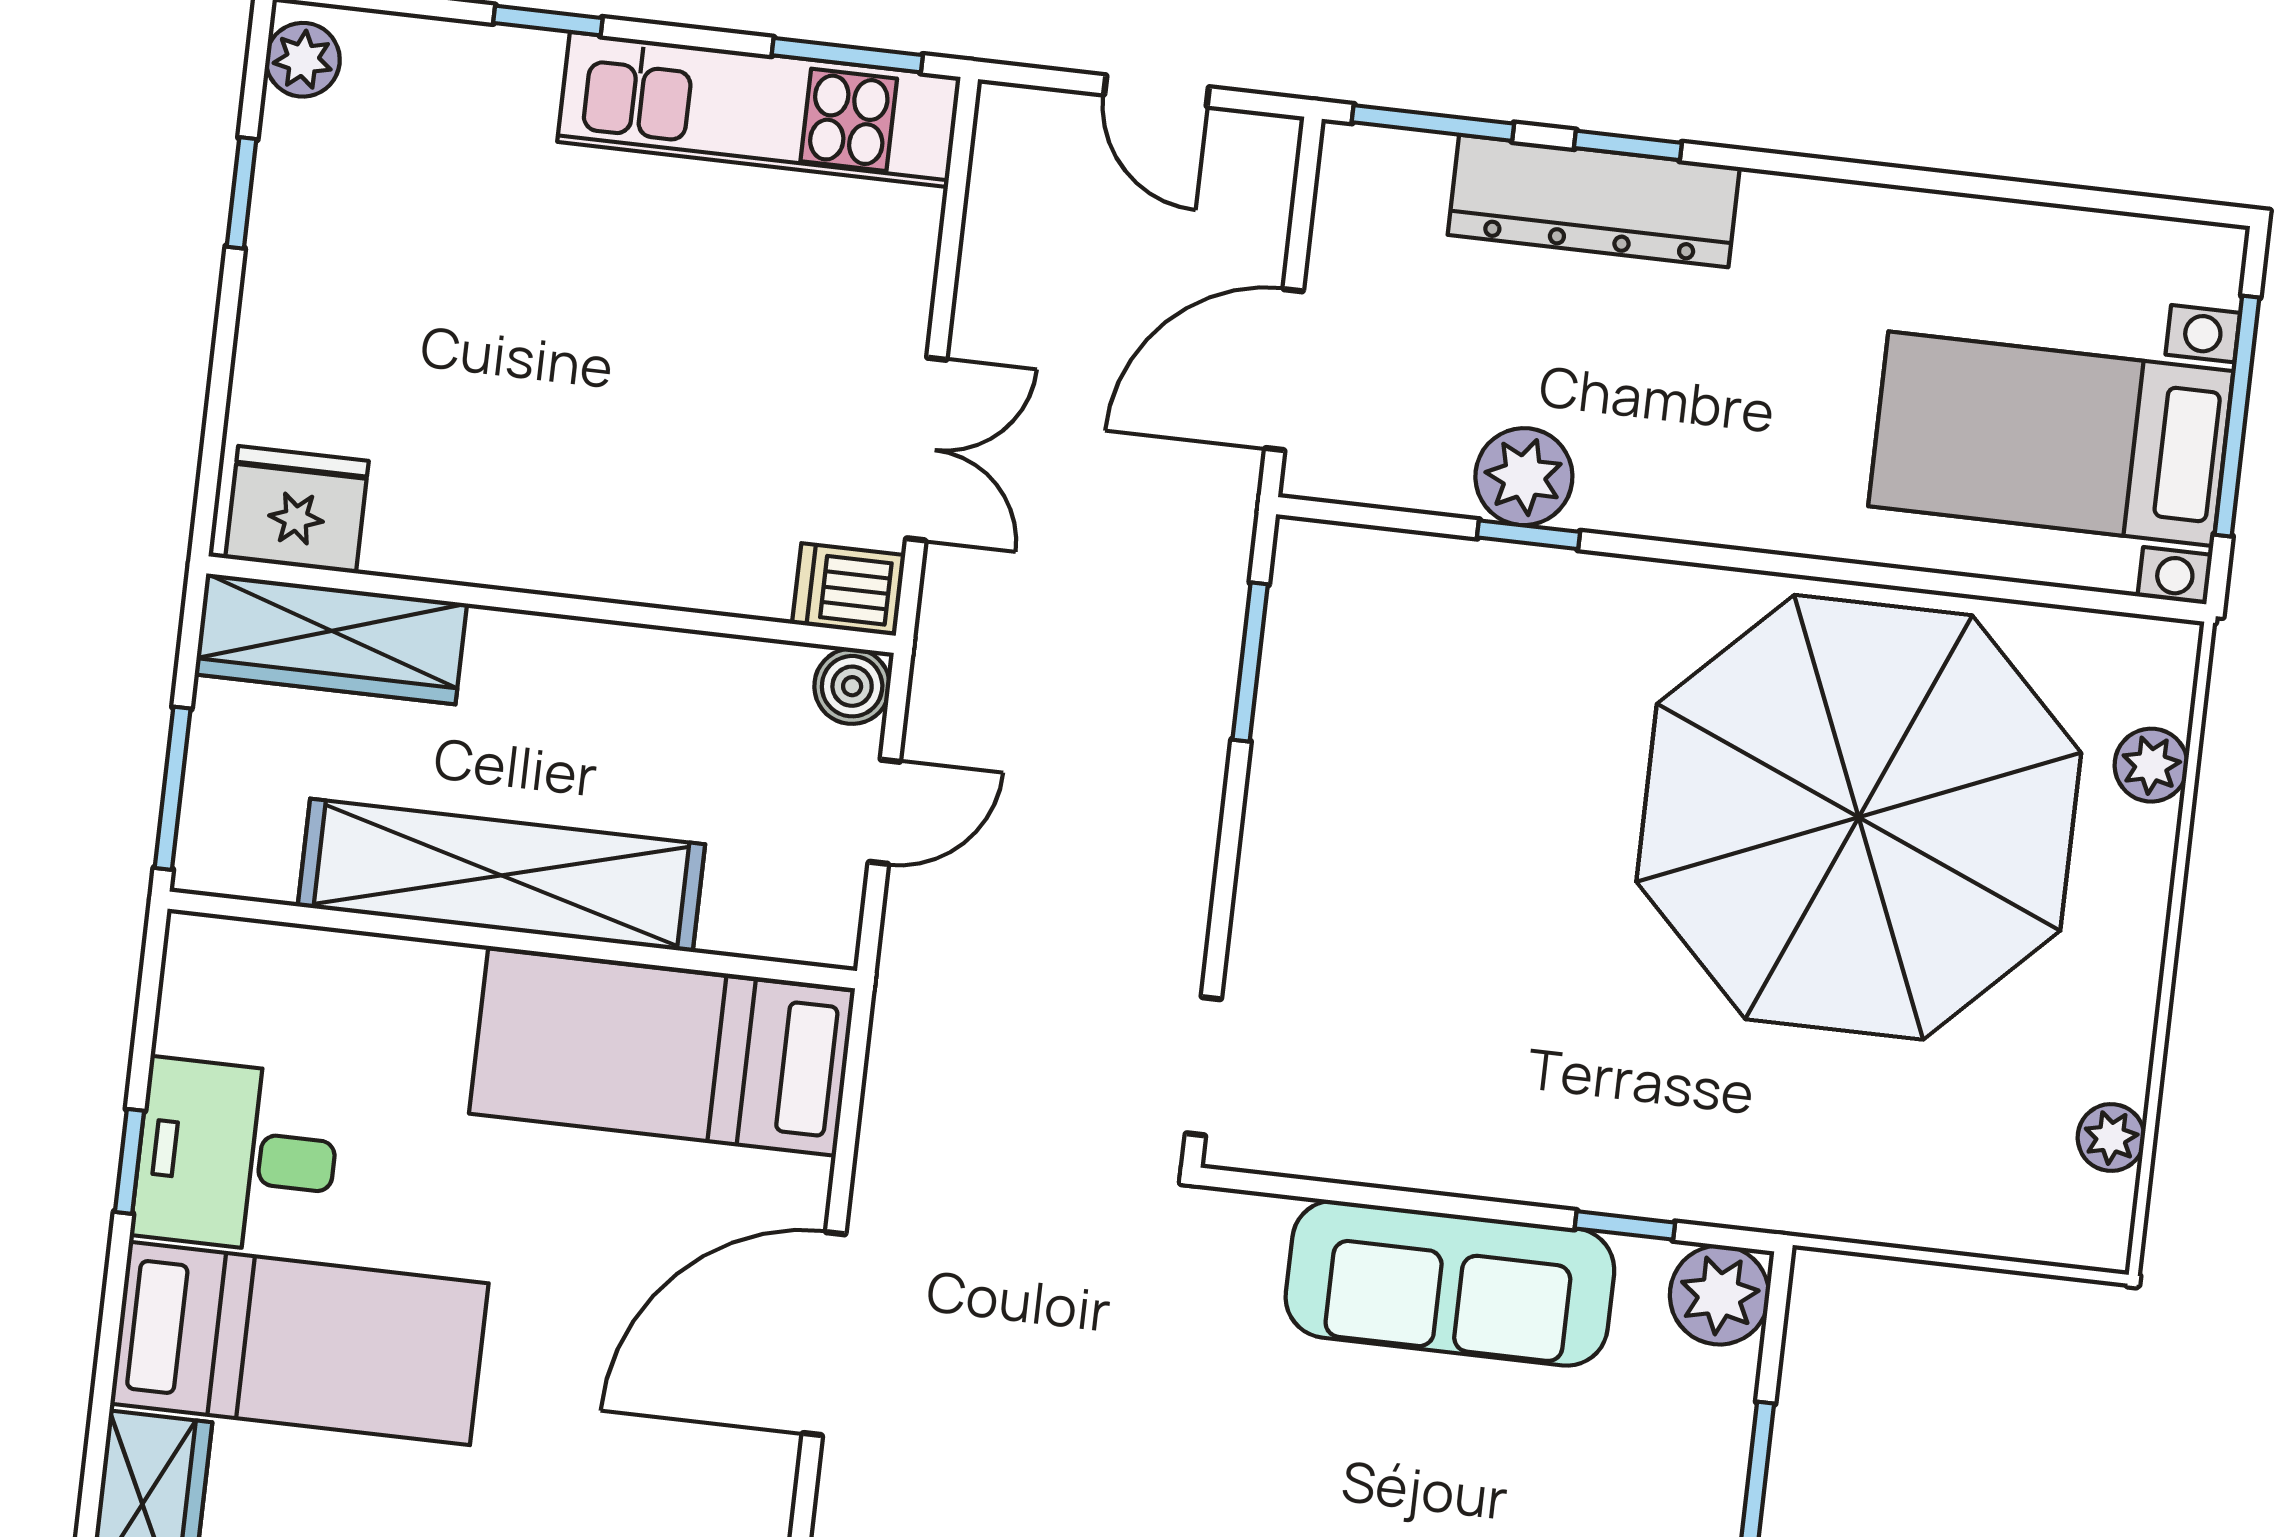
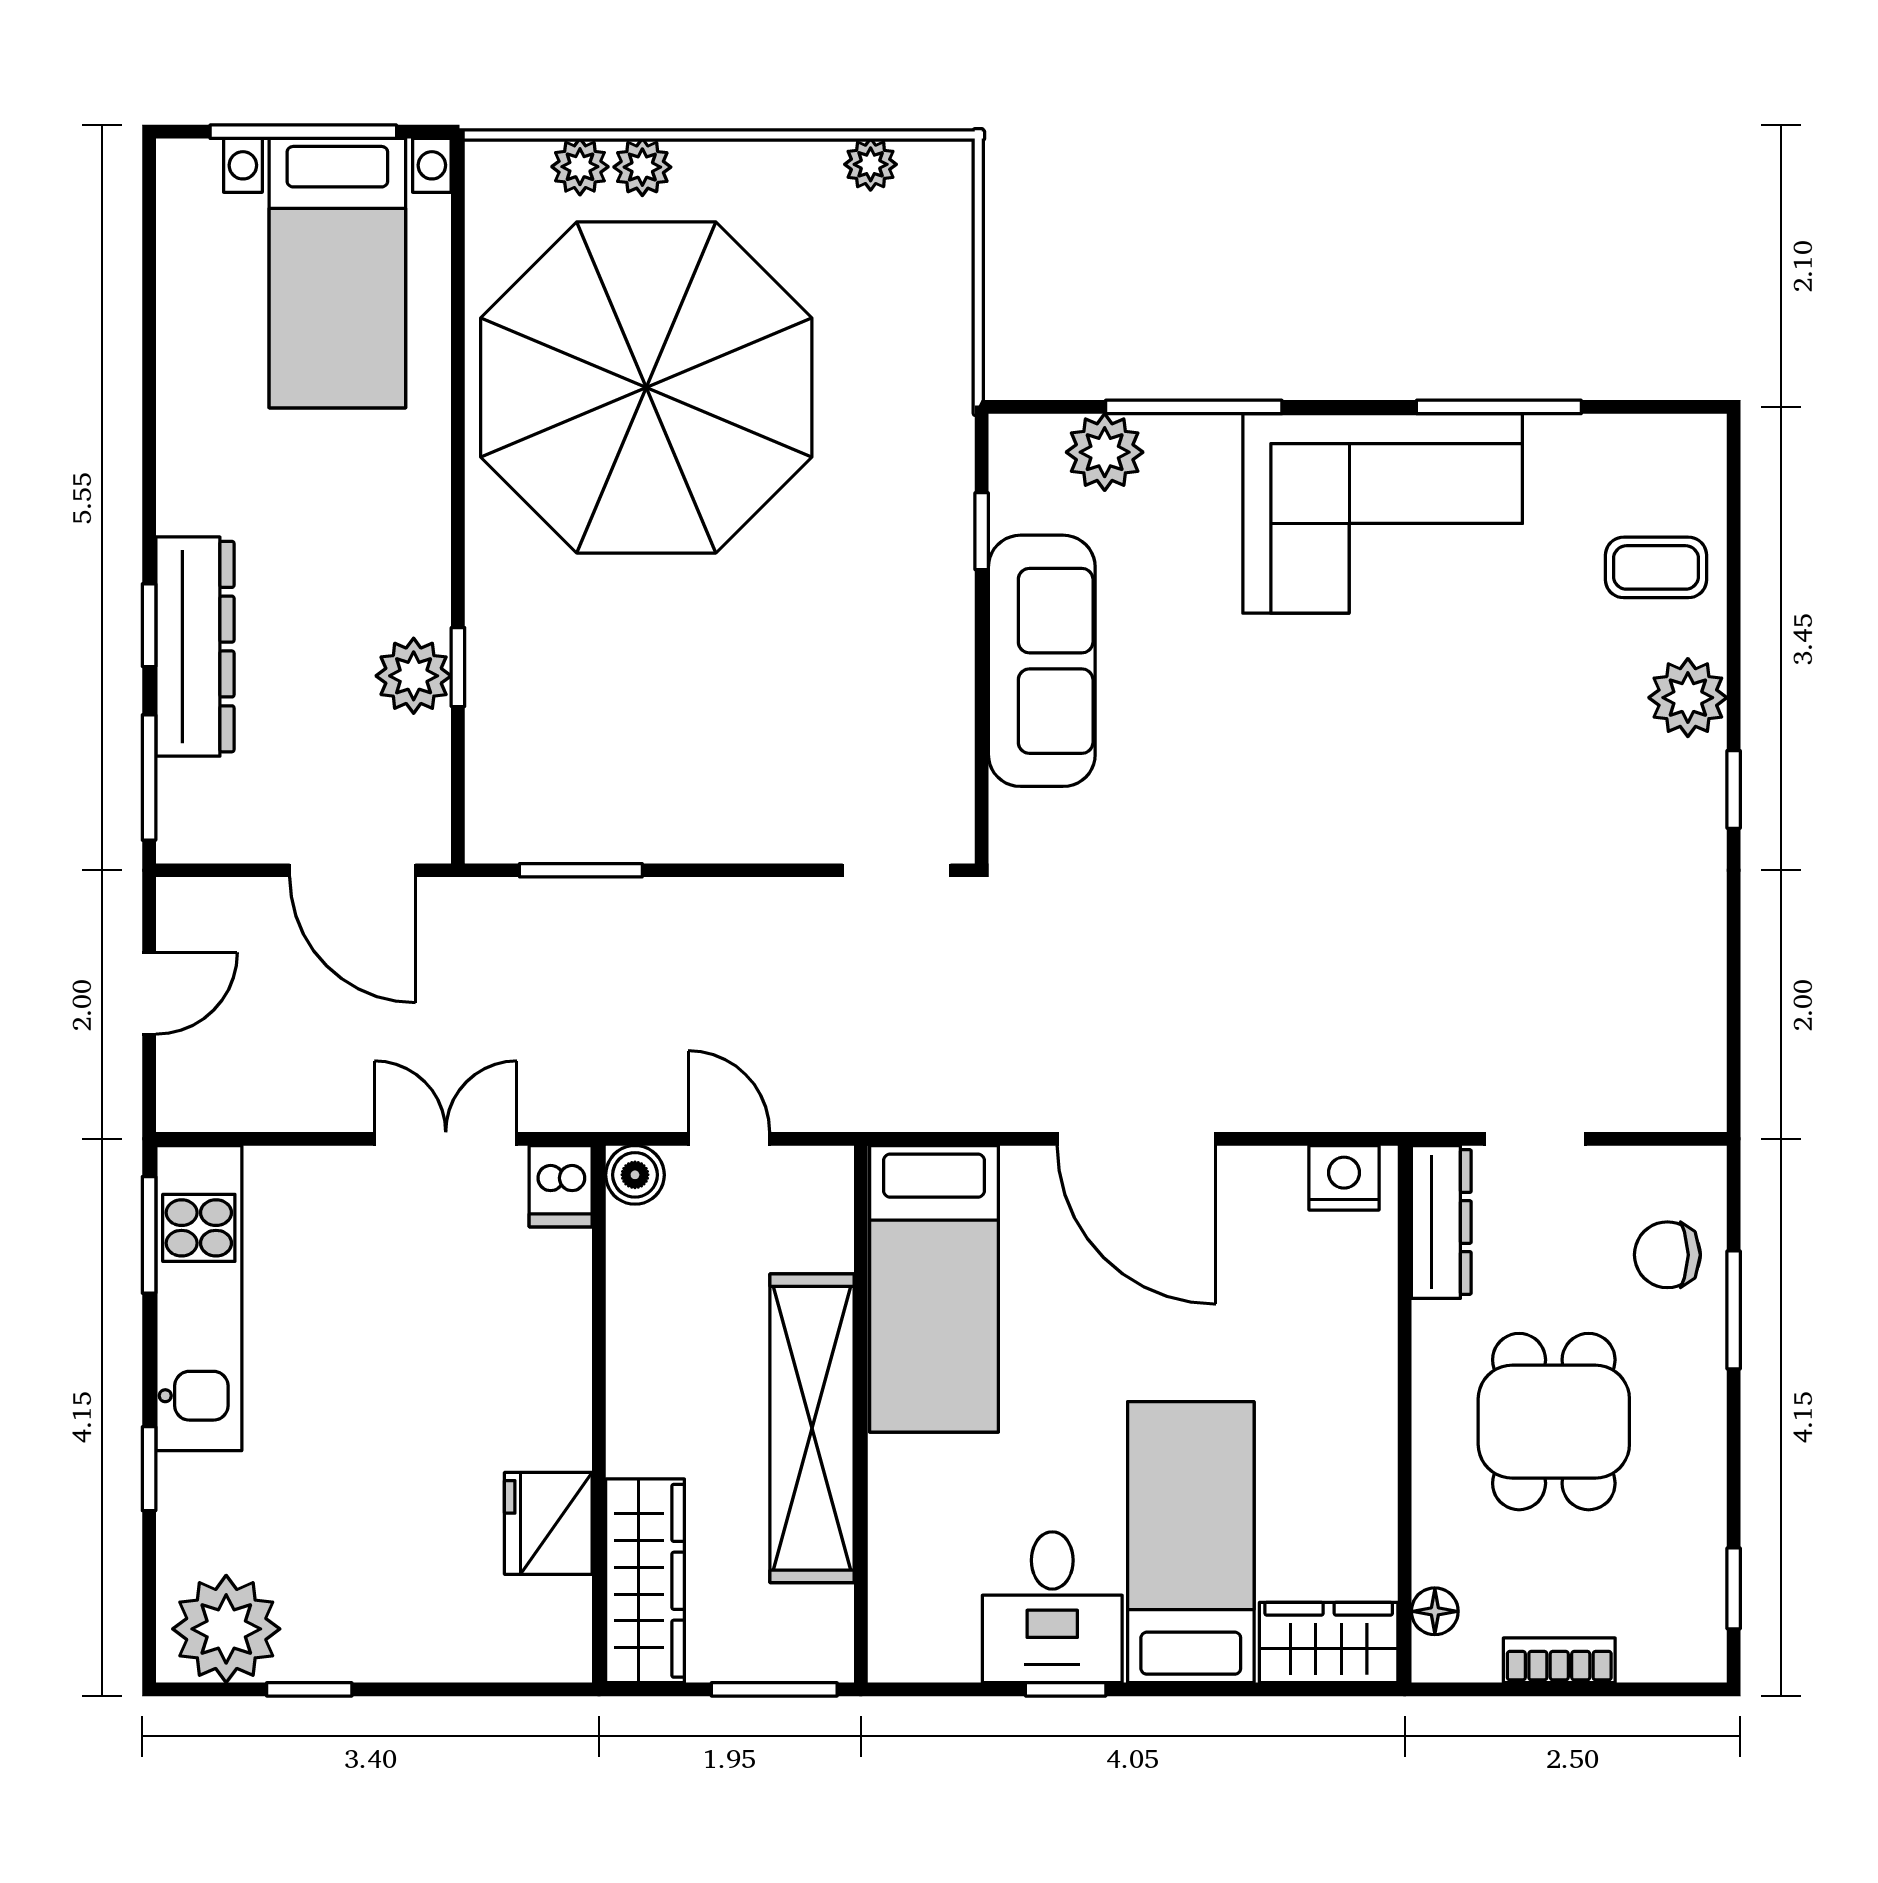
plant: (303, 60) -> (226, 1629), width x1.88, depth x1.88
fridge: (297, 510) -> (548, 1523), moved
plant: (2141, 845) -> (642, 167), added
plant: (1719, 1295) -> (1105, 452), moved

